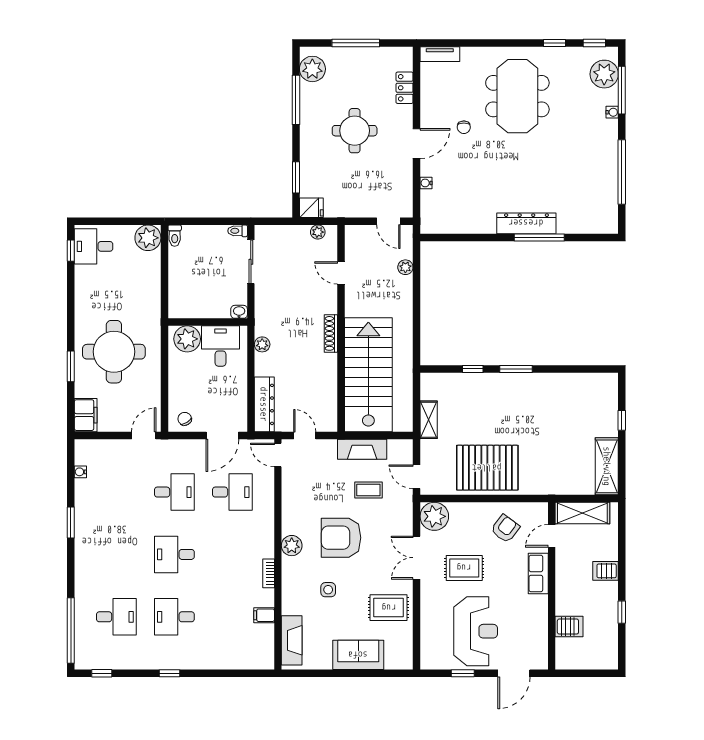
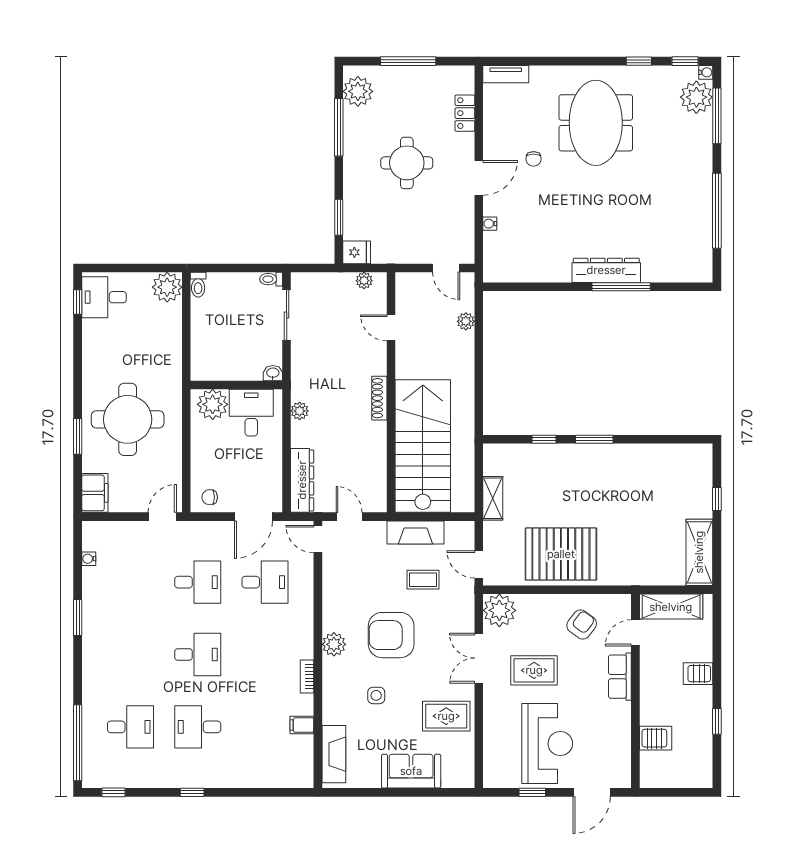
water cooler: (612, 112) -> (706, 72), moved
chair: (185, 419) -> (210, 497), turned -60
desk: (174, 554) -> (198, 654), turned 180

